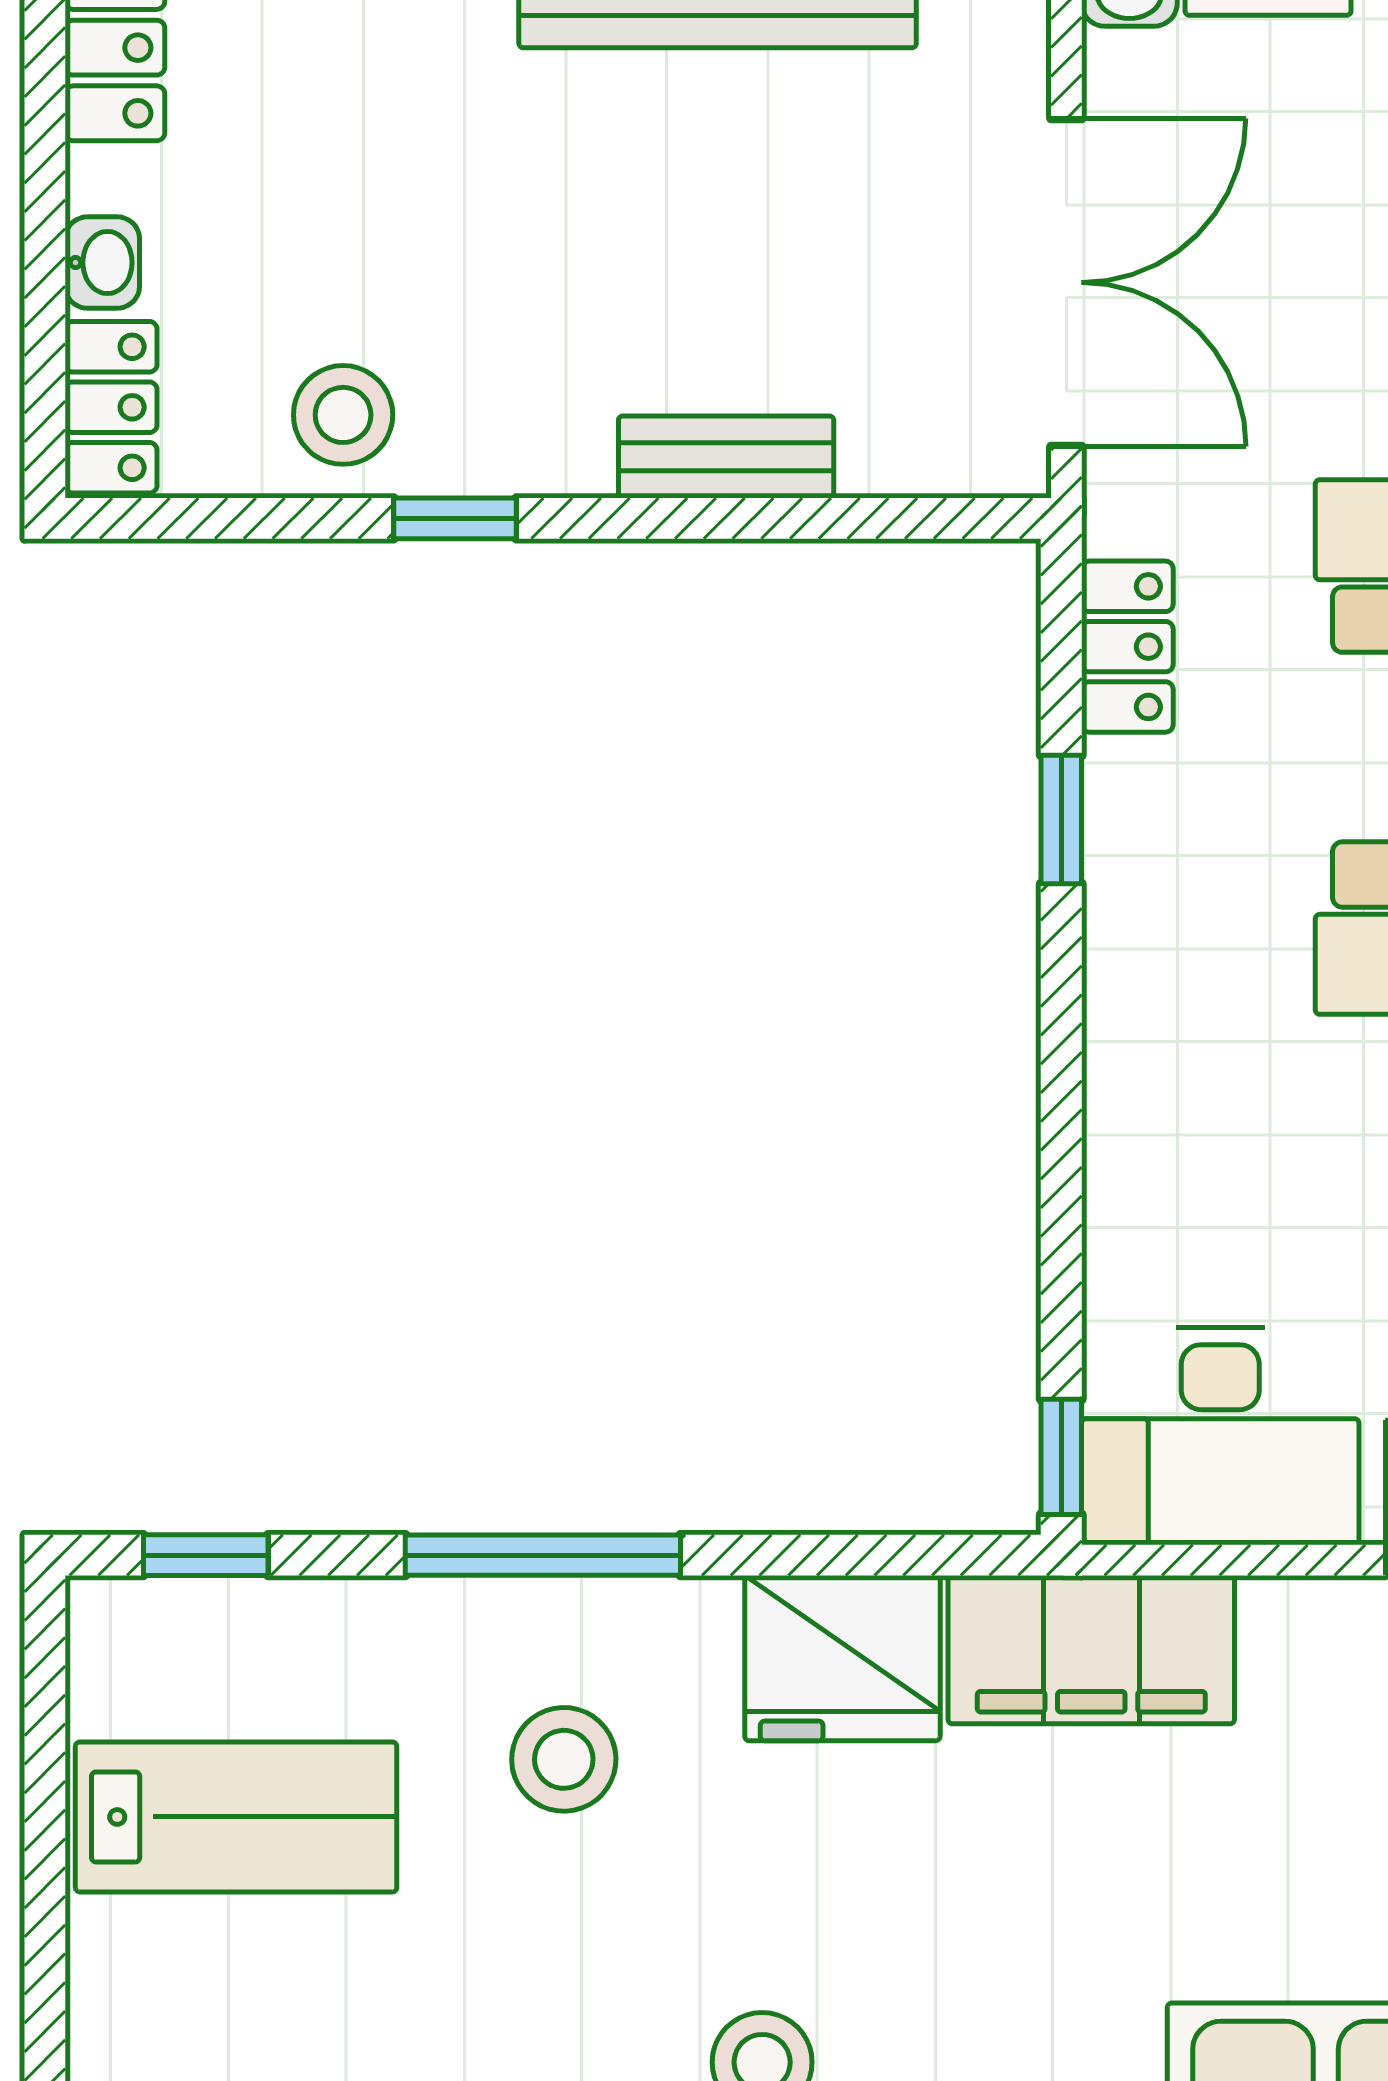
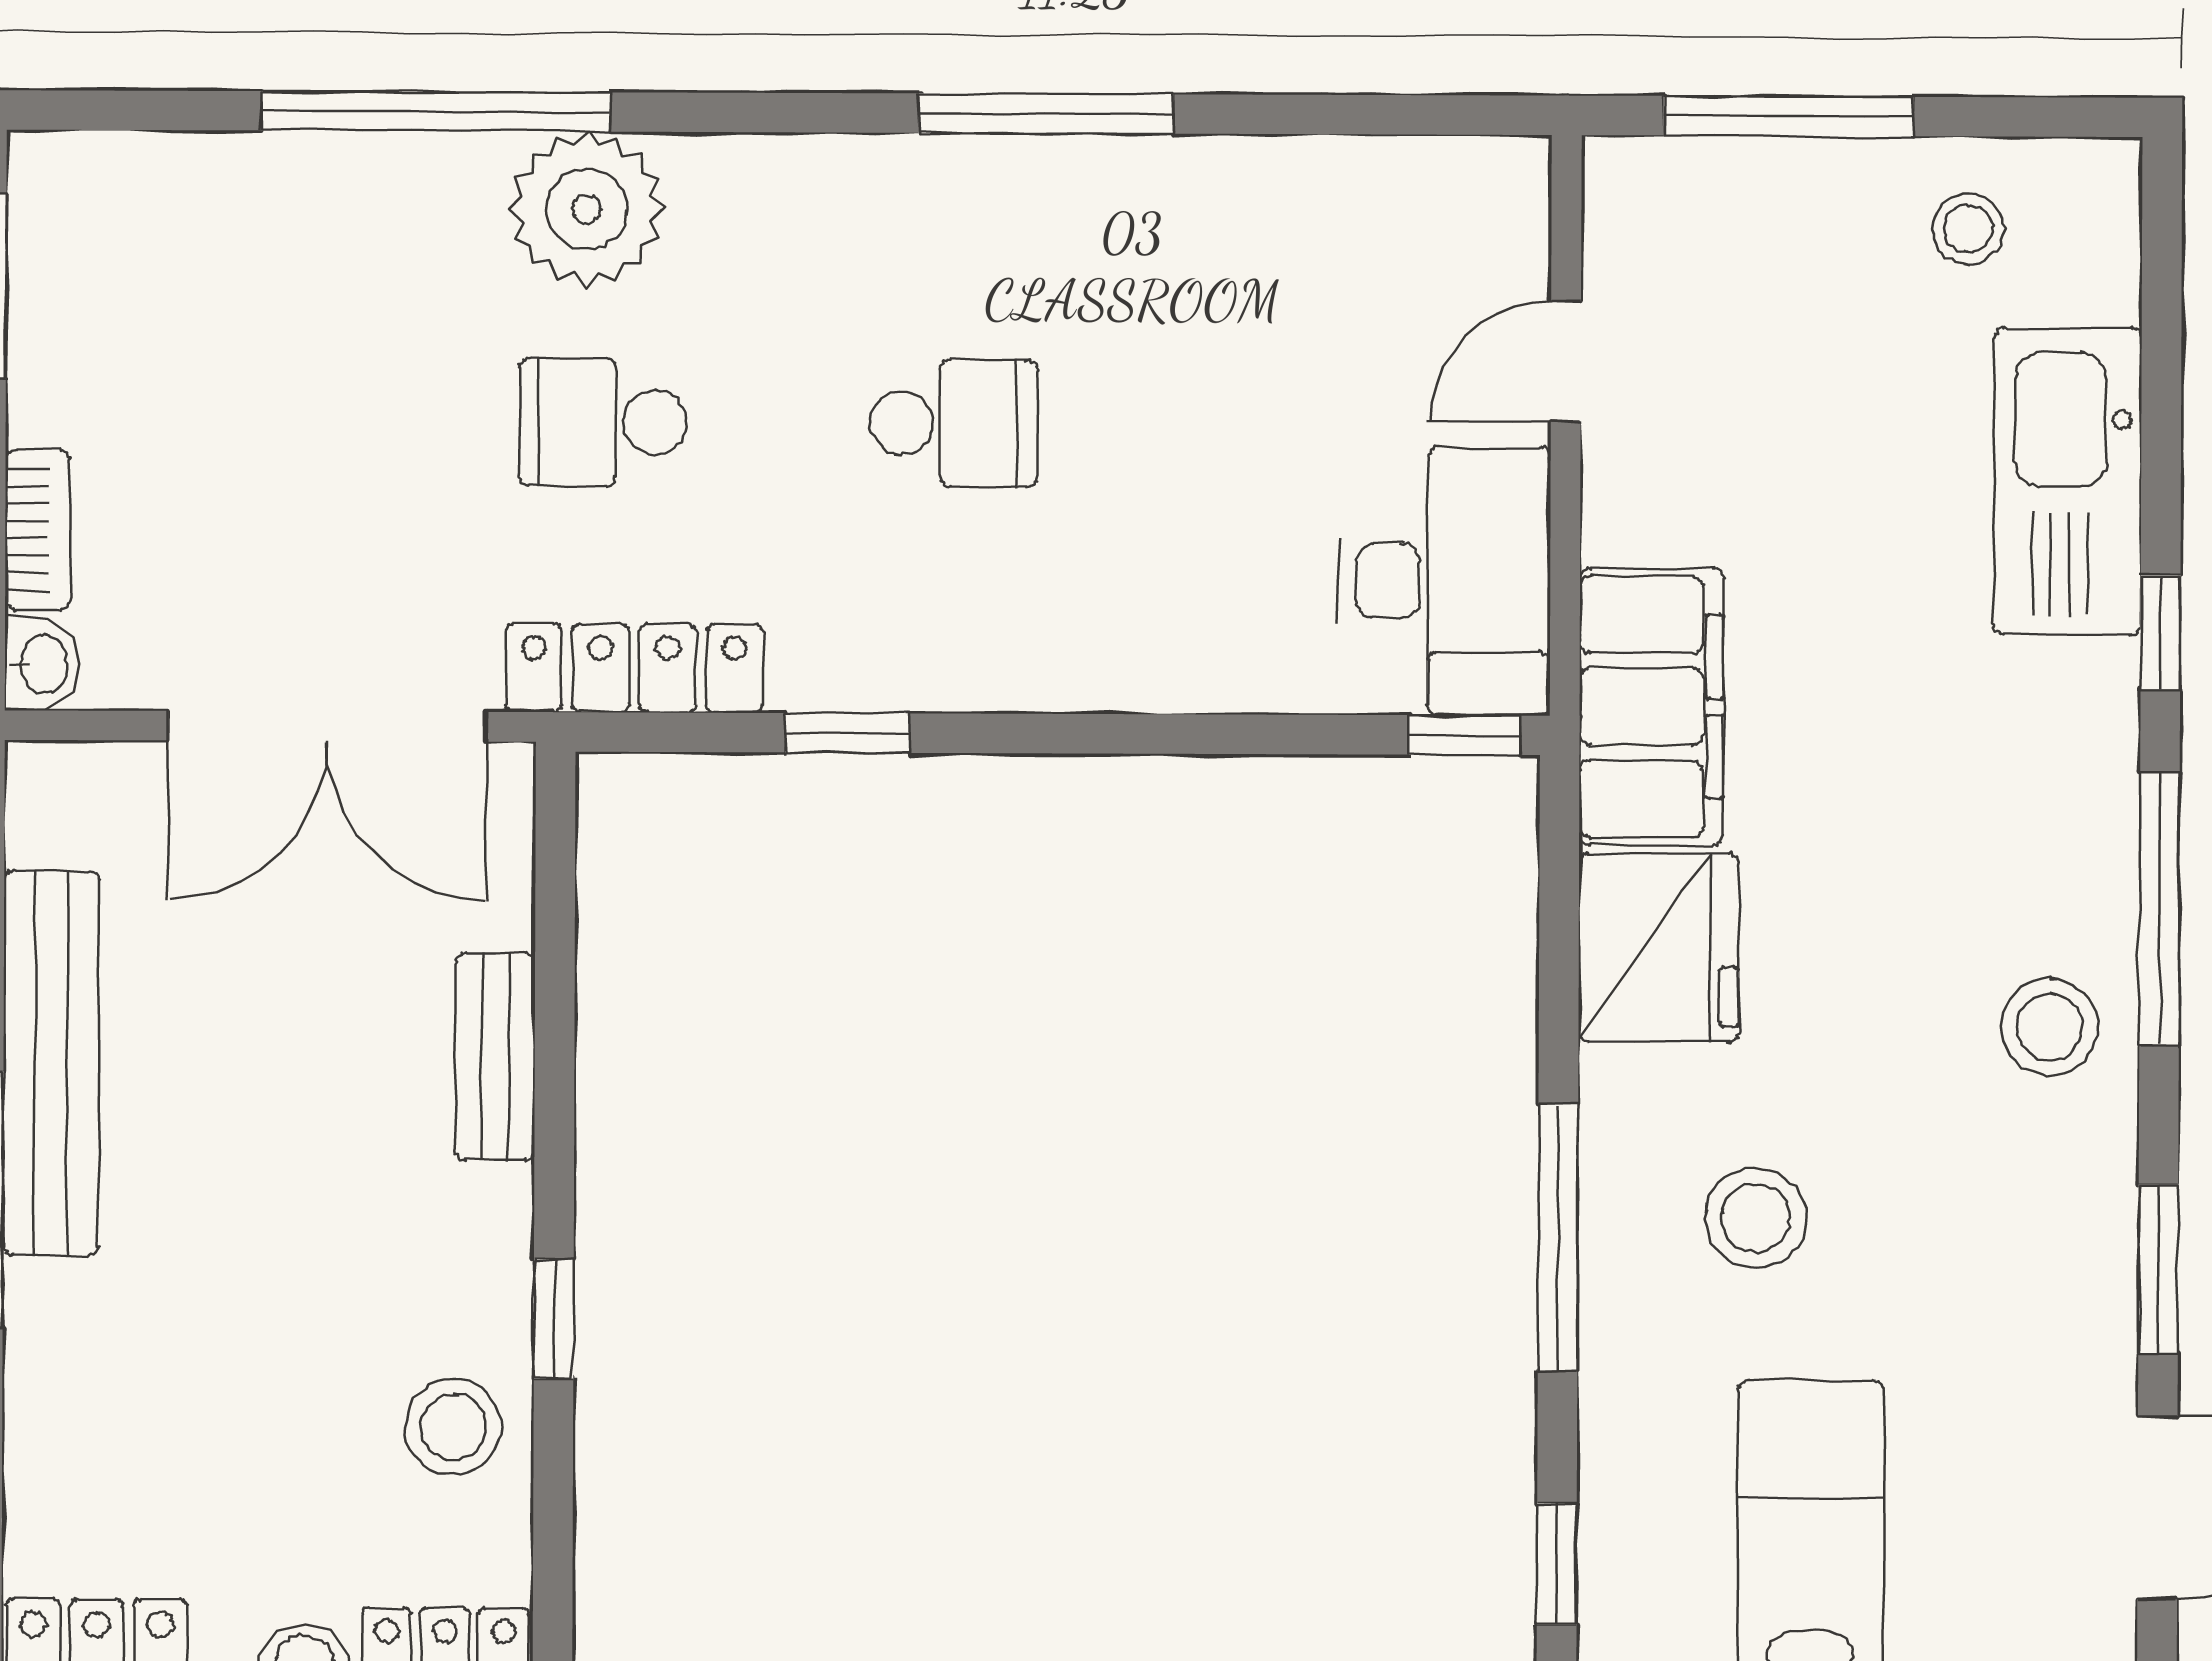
double door: (1066, 282) -> (327, 726), swing flipped
locker: (1127, 647) -> (634, 668), width x1.53

